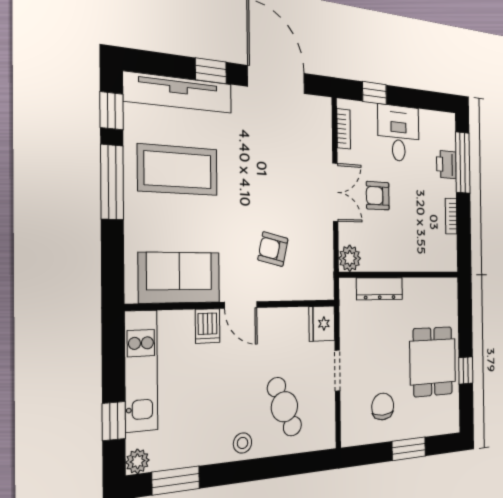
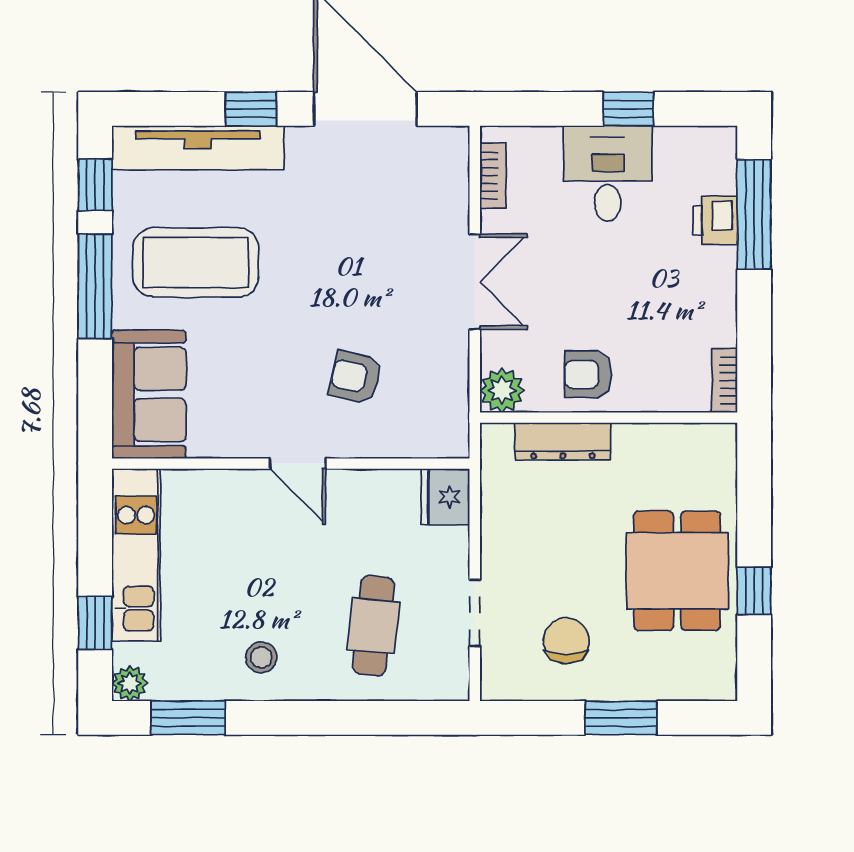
window: (375, 93) -> (628, 109), moved
armchair: (378, 196) -> (588, 374), moved
bookcase: (451, 216) -> (725, 381), moved
sofa: (180, 278) -> (149, 394), moved, turned 90
dishwasher: (208, 326) -> (241, 494), removed
doorway: (337, 371) -> (475, 613), moved
cafe table: (284, 407) -> (373, 626), turned 30
stool: (243, 443) -> (261, 657), moved

